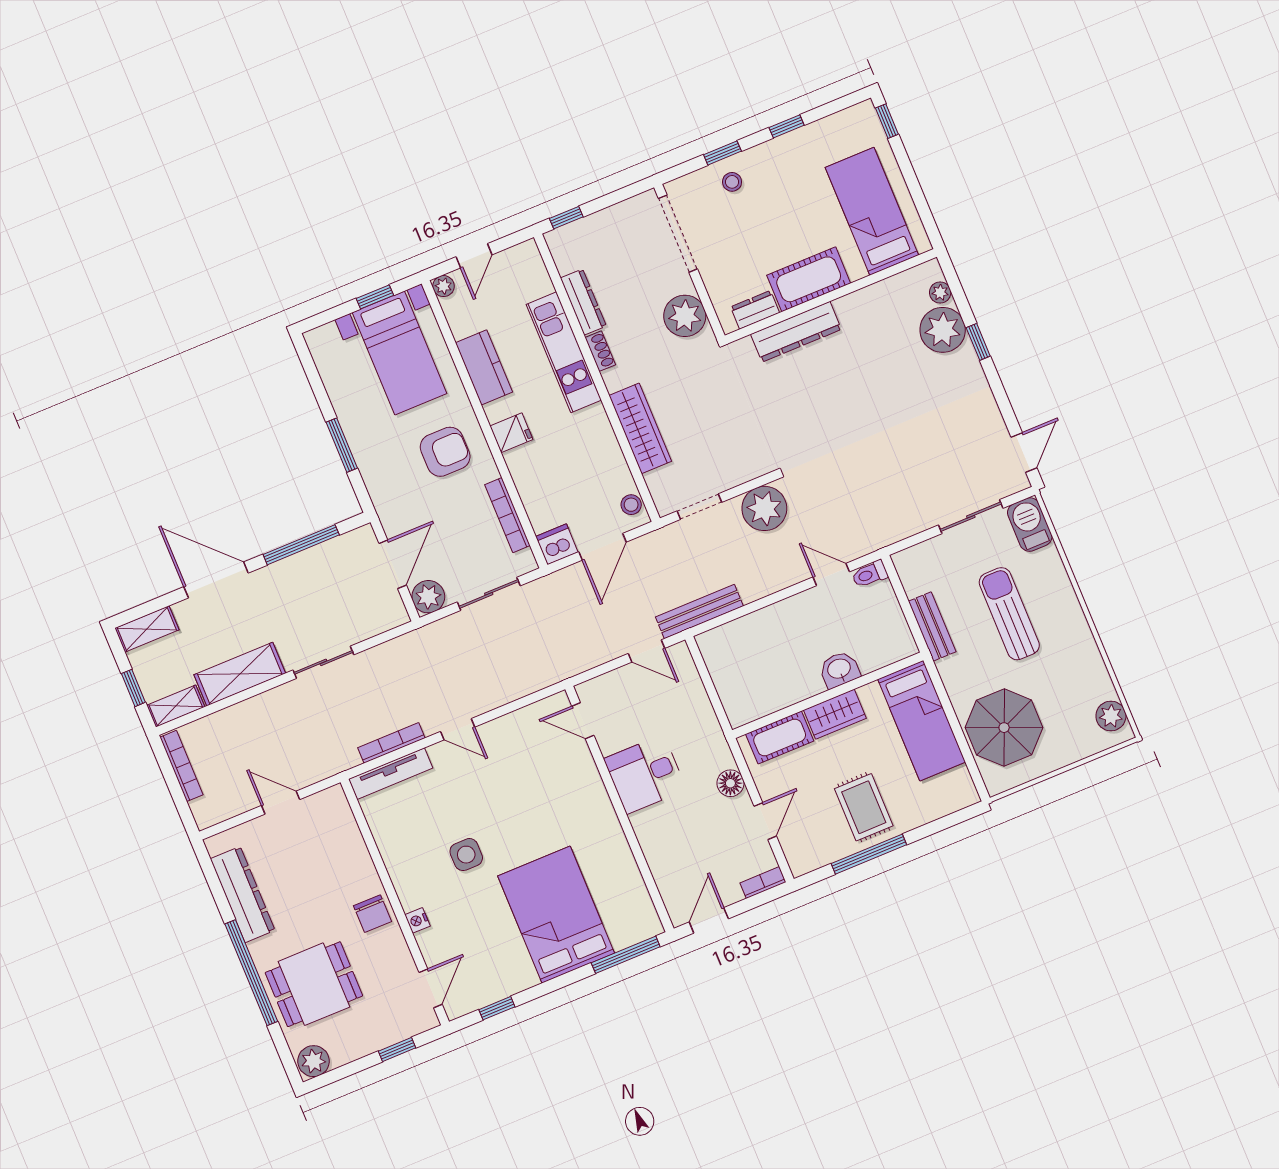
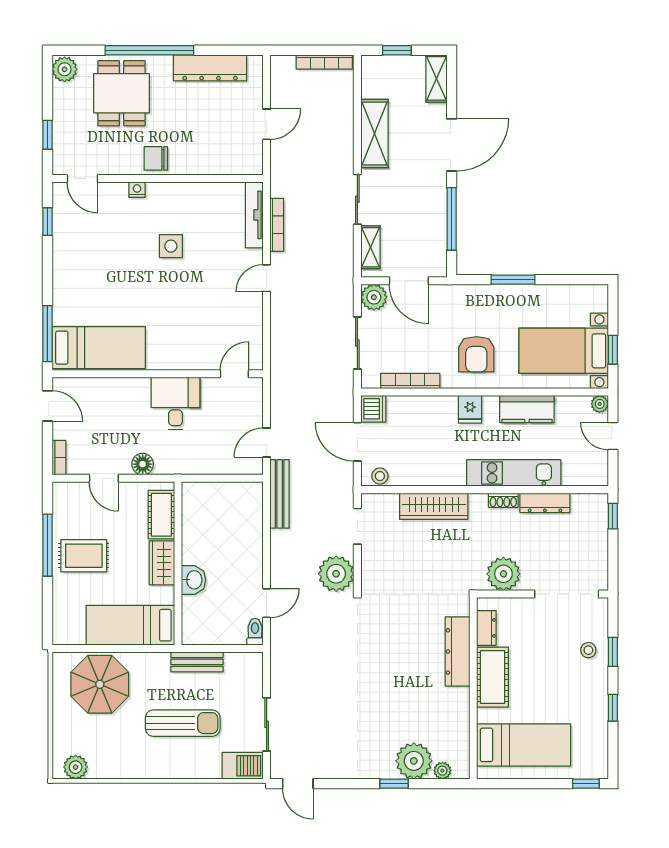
shelving: (176, 706) -> (370, 247), moved
bed: (556, 915) -> (99, 348), moved, width x0.67

